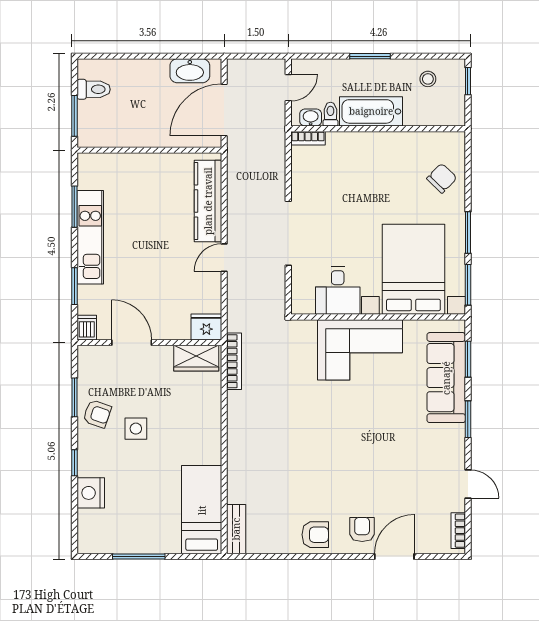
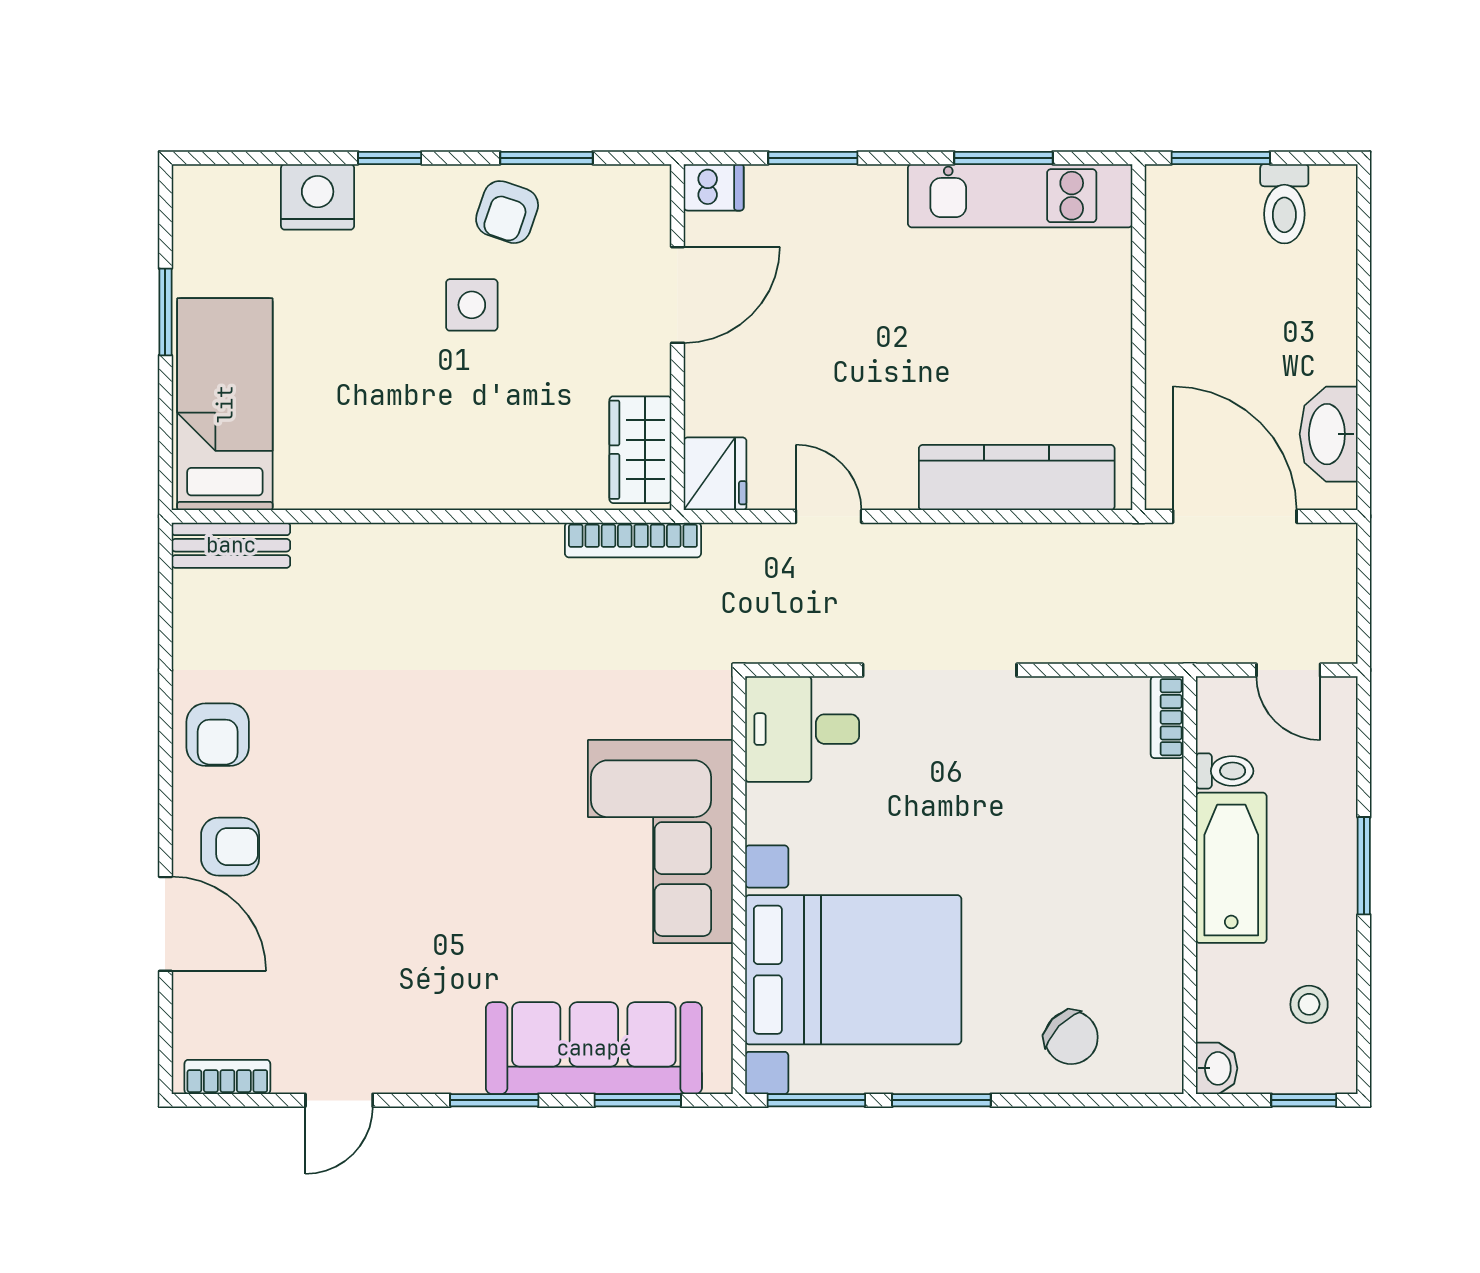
washbasin: (311, 118) -> (1217, 1068), moved
kitchen unit: (90, 237) -> (1020, 196), moved
door: (224, 258) -> (829, 516), moved
desk: (338, 291) -> (802, 729), moved
bed: (202, 510) -> (225, 404), moved, turned -90
window: (139, 556) -> (165, 312), width x0.69

